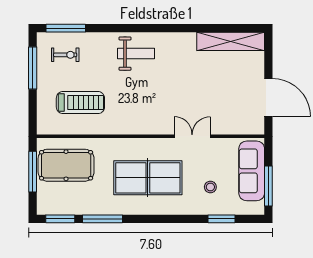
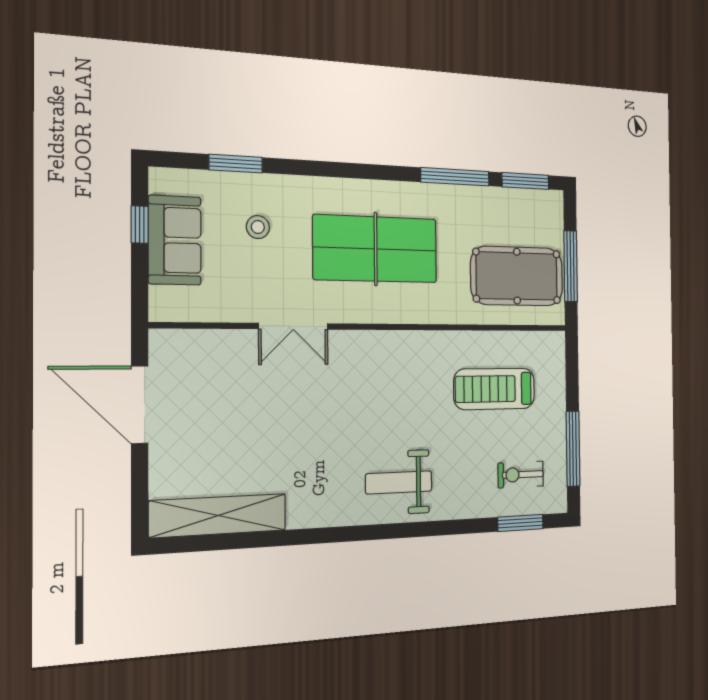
window: (66, 28) -> (520, 523), width x0.69
sofa: (252, 171) -> (175, 240), width x0.73
window: (268, 186) -> (140, 225), width x0.46

